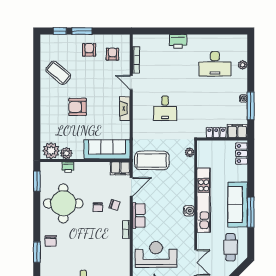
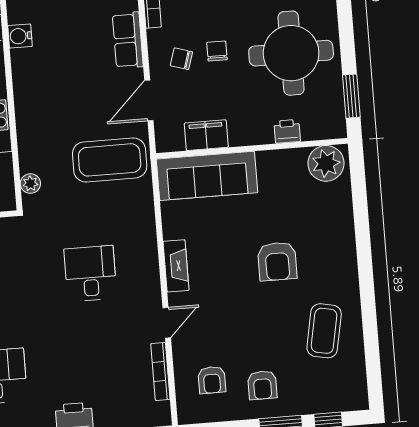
coffee table: (58, 73) -> (324, 331), turned 61
door: (131, 82) -> (167, 323), hinge flipped
armchair: (78, 107) -> (277, 261), turned 90
plant: (66, 153) -> (293, 161), removed
filing cabinet: (120, 168) -> (206, 135), moved
water cooler: (189, 211) -> (20, 36), moved

